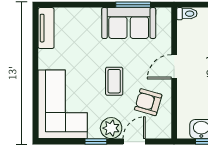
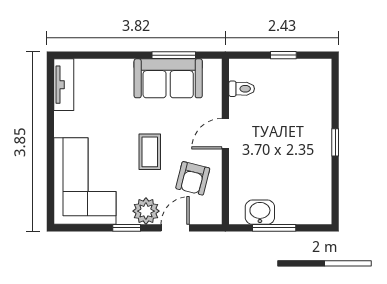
toilet: (187, 14) -> (242, 89), moved
armchair: (148, 102) -> (193, 178), turned -92

